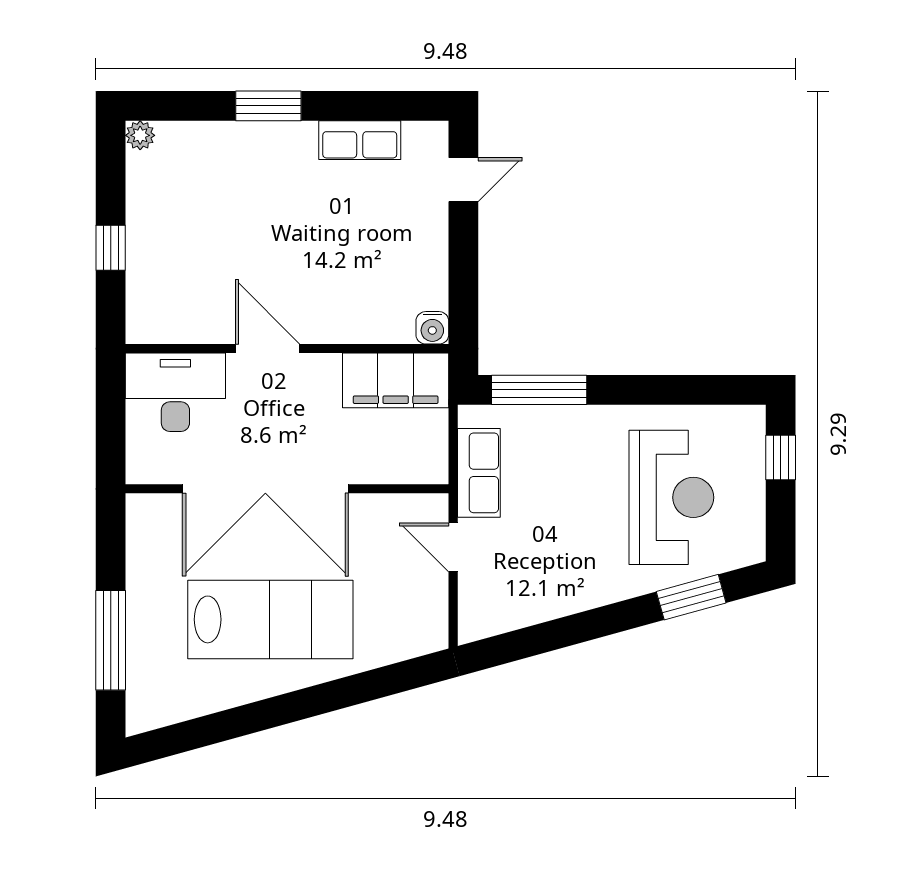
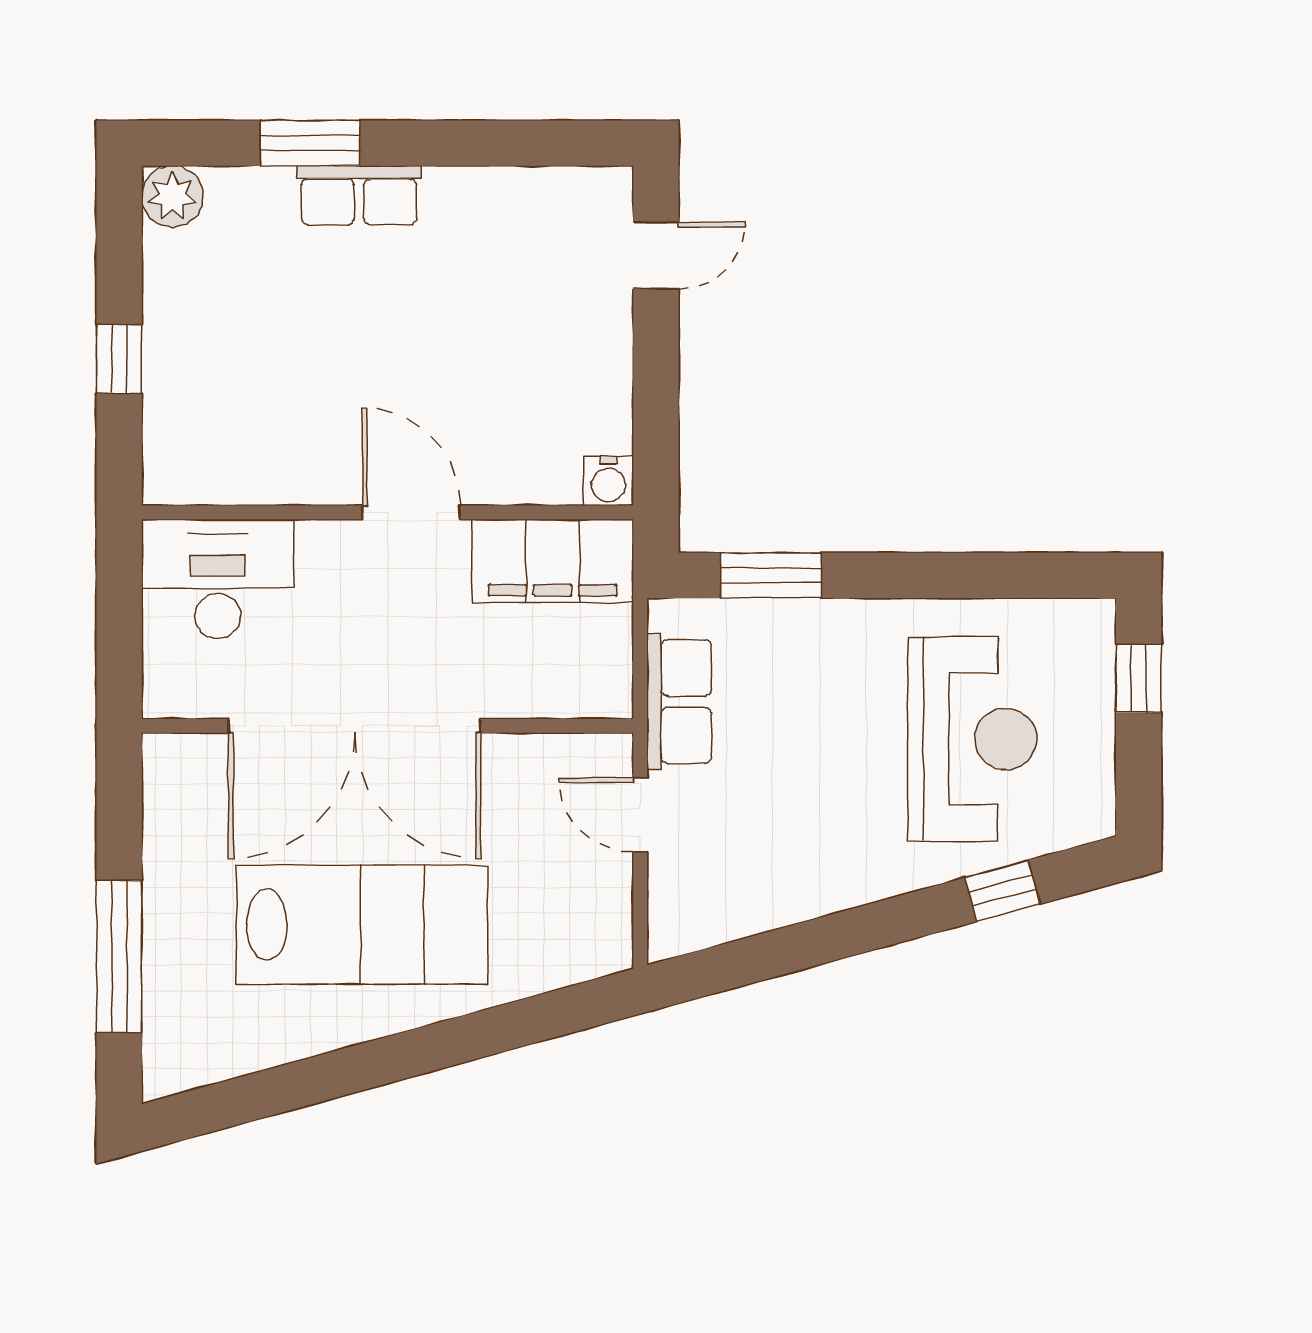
window: (268, 106) -> (310, 143), moved
plant: (140, 135) -> (172, 196), width x1.38, depth x1.38
row of seats: (360, 140) -> (359, 195), moved
door: (267, 349) -> (411, 512), moved
window: (539, 390) -> (771, 575), width x0.69
window: (691, 597) -> (1002, 891), width x0.67

